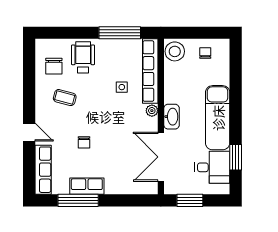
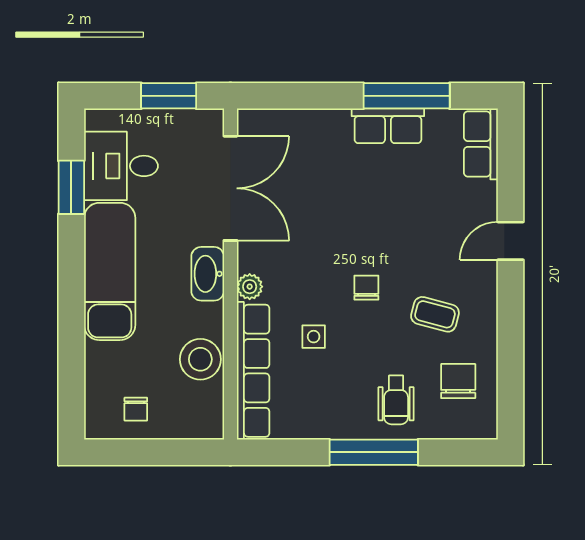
window: (120, 33) -> (374, 452), moved
stool: (175, 51) -> (200, 359), moved
wheelchair: (83, 57) -> (396, 400), width x0.73, depth x0.73
door: (29, 132) -> (511, 241), hinge flipped
chair: (84, 142) -> (366, 288), moved
row of seats: (43, 170) -> (481, 144), width x0.68

